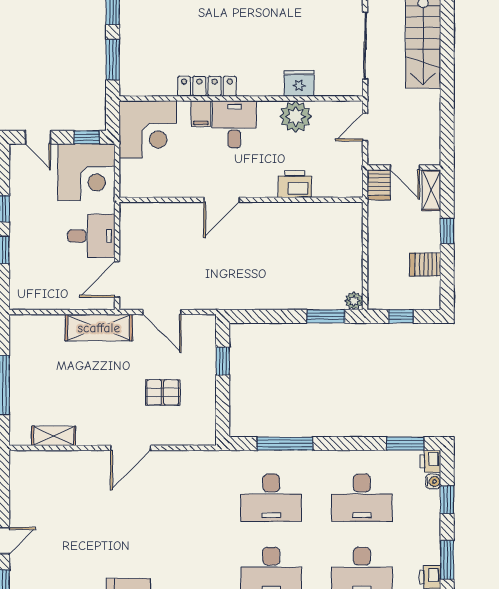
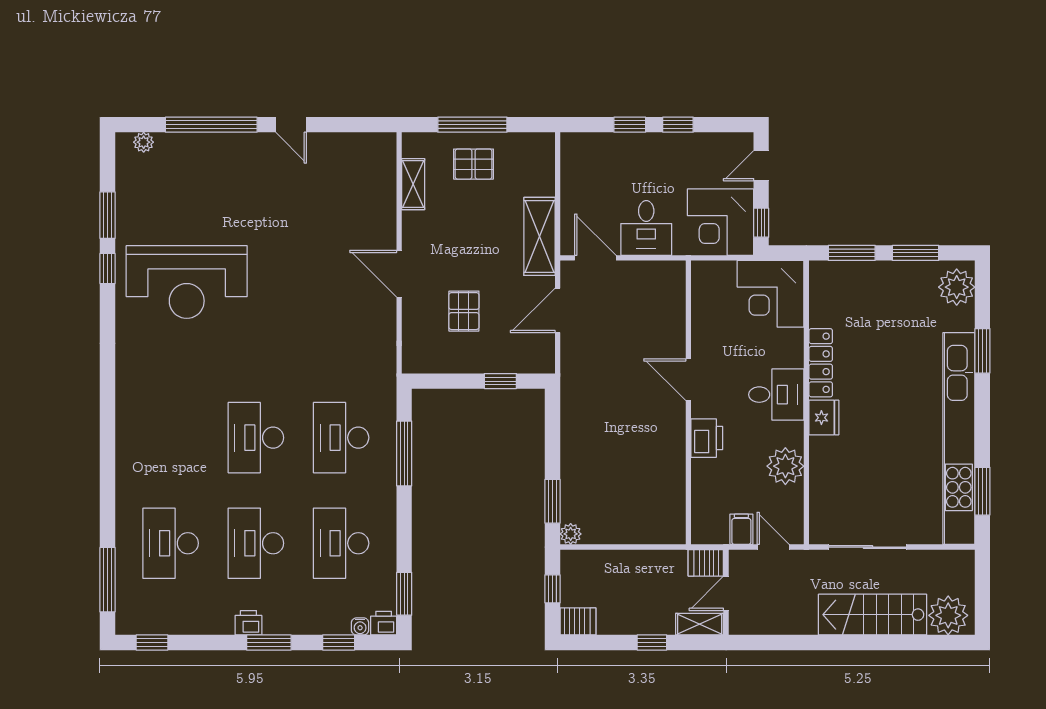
fridge: (299, 84) -> (824, 418), moved
filing cabinet: (201, 114) -> (741, 529), moved, turned 90
printer: (295, 184) -> (707, 438), moved
server rack: (425, 264) -> (578, 621), moved, turned 90
pallet: (37, 384) -> (474, 164), added

